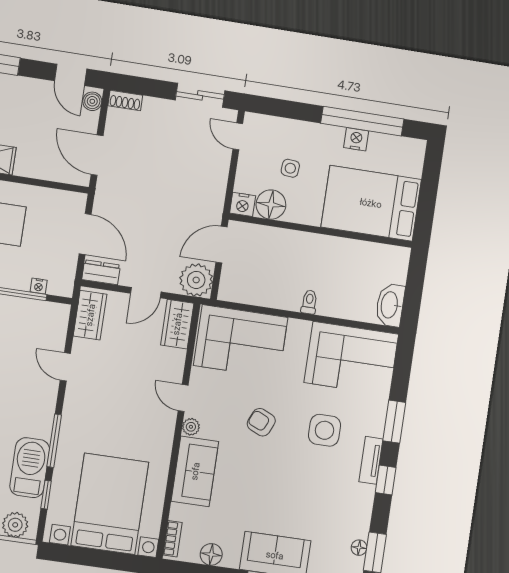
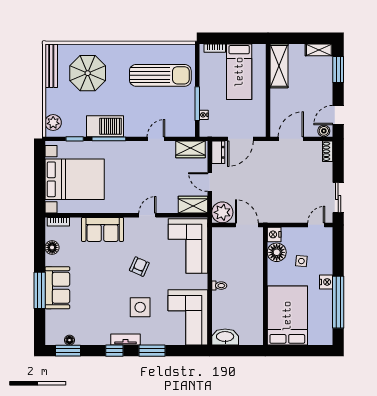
nightstand: (356, 139) -> (326, 282), moved
plant: (191, 427) -> (130, 223), removed
barbecue: (30, 468) -> (105, 126), moved

